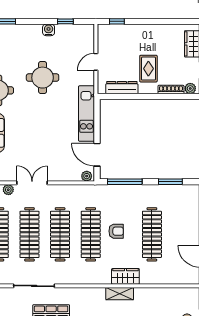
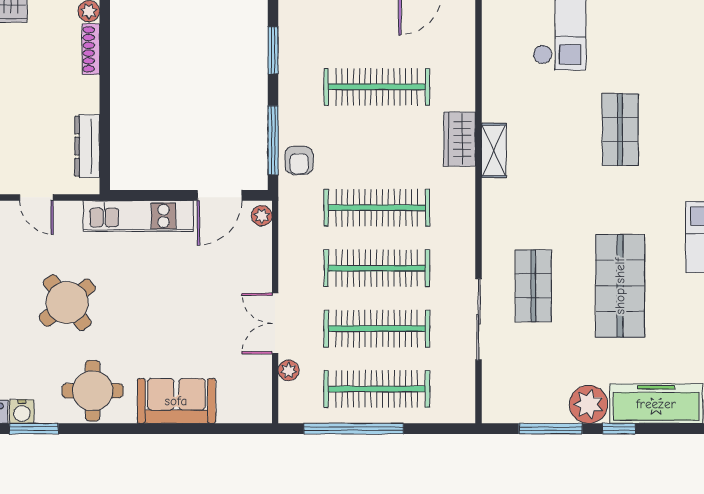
rug: (148, 69) -> (50, 94), removed
round table: (43, 78) -> (67, 303), turned -38
armchair: (116, 231) -> (299, 160), moved, turned 180

